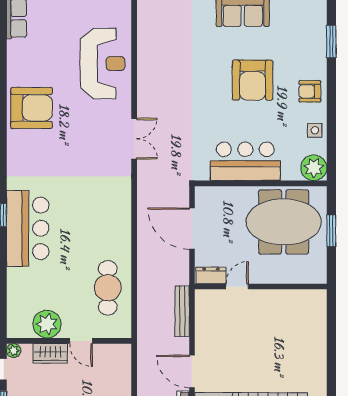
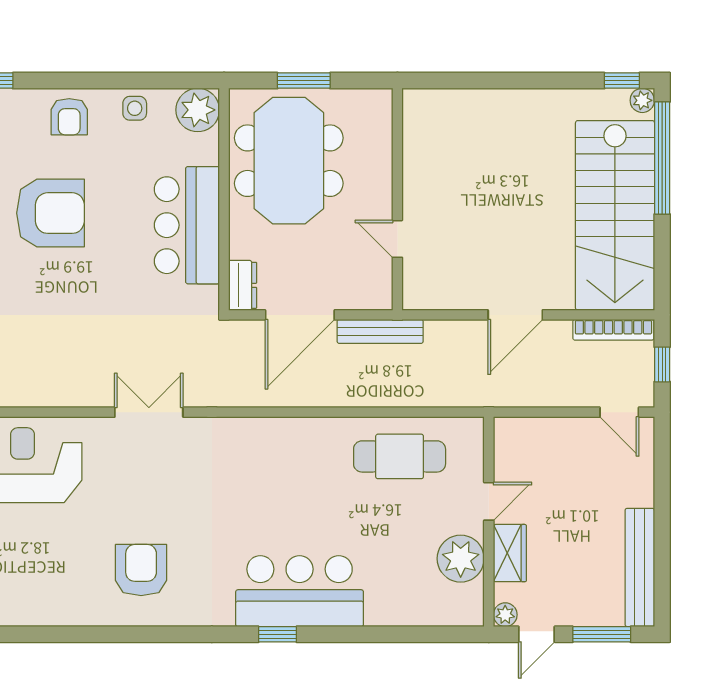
armchair: (32, 108) -> (141, 570), moved, width x0.73, depth x0.73
dresser: (211, 275) -> (243, 285), moved, turned 180
bench: (182, 311) -> (380, 331), moved
door: (192, 371) -> (515, 315), moved

